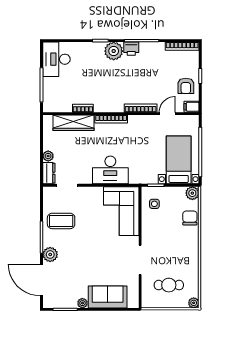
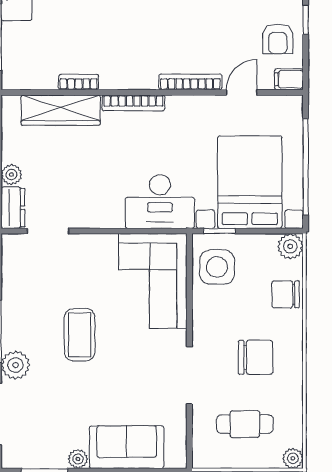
bed with nightstands: (179, 160) -> (250, 182), width x1.36
desk: (110, 170) -> (160, 201), moved
side table: (154, 204) -> (217, 267), width x1.87, depth x1.87
chair: (190, 218) -> (286, 294), turned -90
coffee table: (61, 221) -> (80, 335), moved, turned 90
chair: (174, 251) -> (255, 357), added

